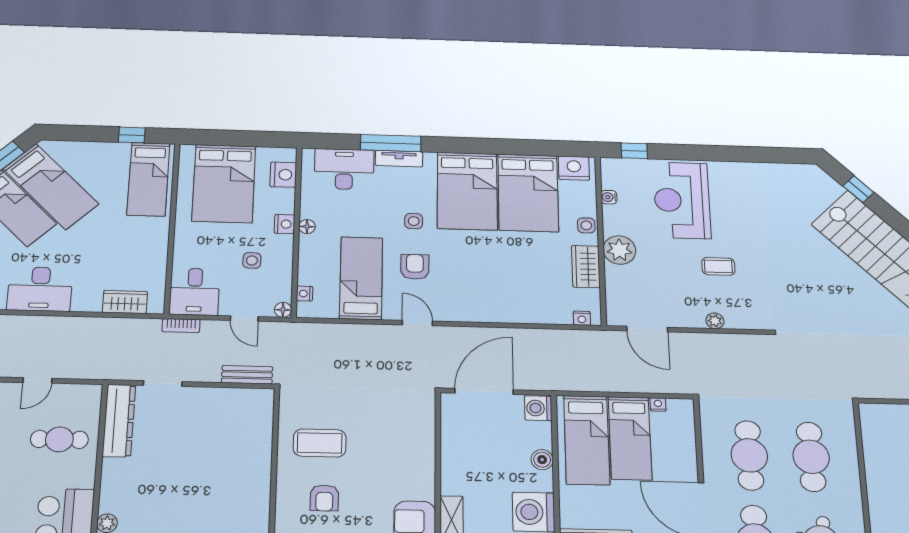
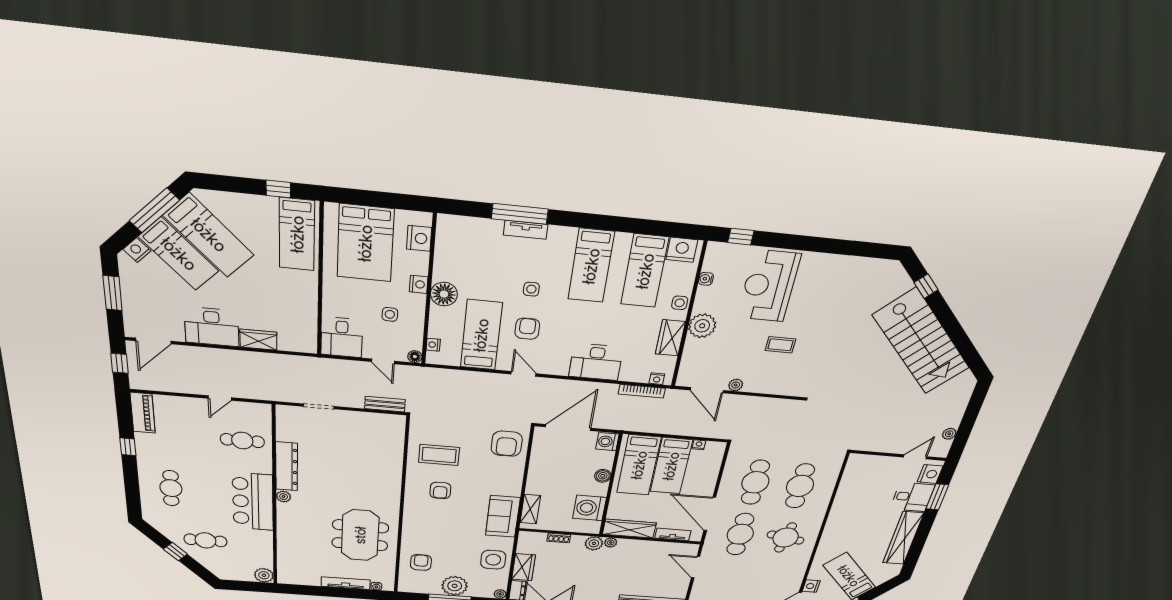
desk: (344, 169) -> (596, 362), moved, turned 180
bed: (467, 191) -> (591, 266), width x0.67
bed: (528, 193) -> (645, 271), width x0.67
floor lamp: (307, 227) -> (444, 294), width x1.89, depth x1.89
wardrobe: (125, 302) -> (258, 340), moved
plant: (715, 321) -> (736, 385), moved
bookcase: (181, 326) -> (642, 391), moved, width x1.56
armchair: (407, 420) -> (507, 444), added
dresser: (119, 421) -> (287, 466), moved

